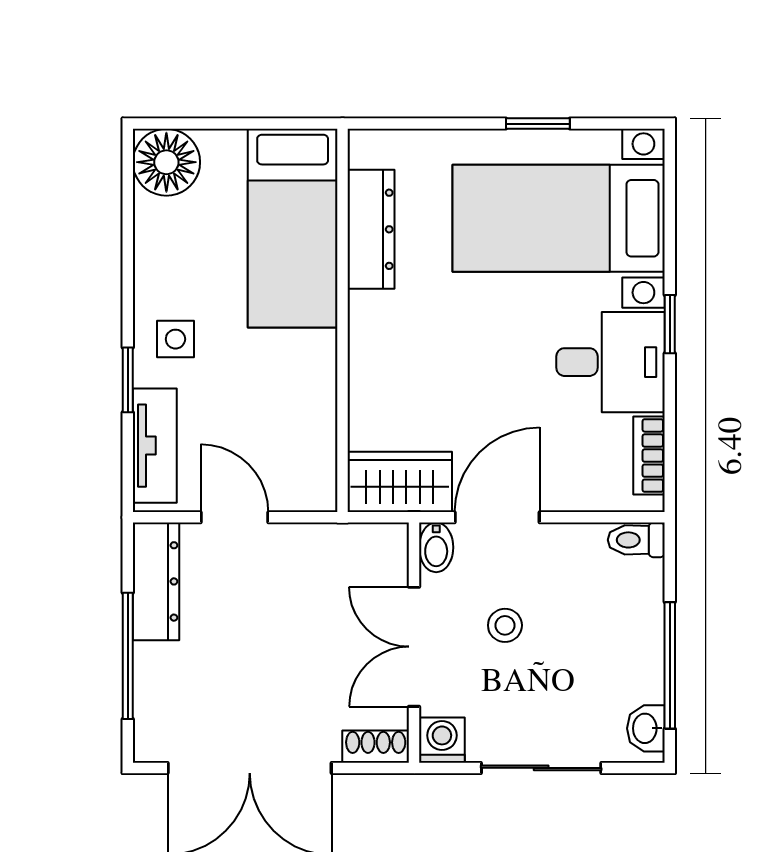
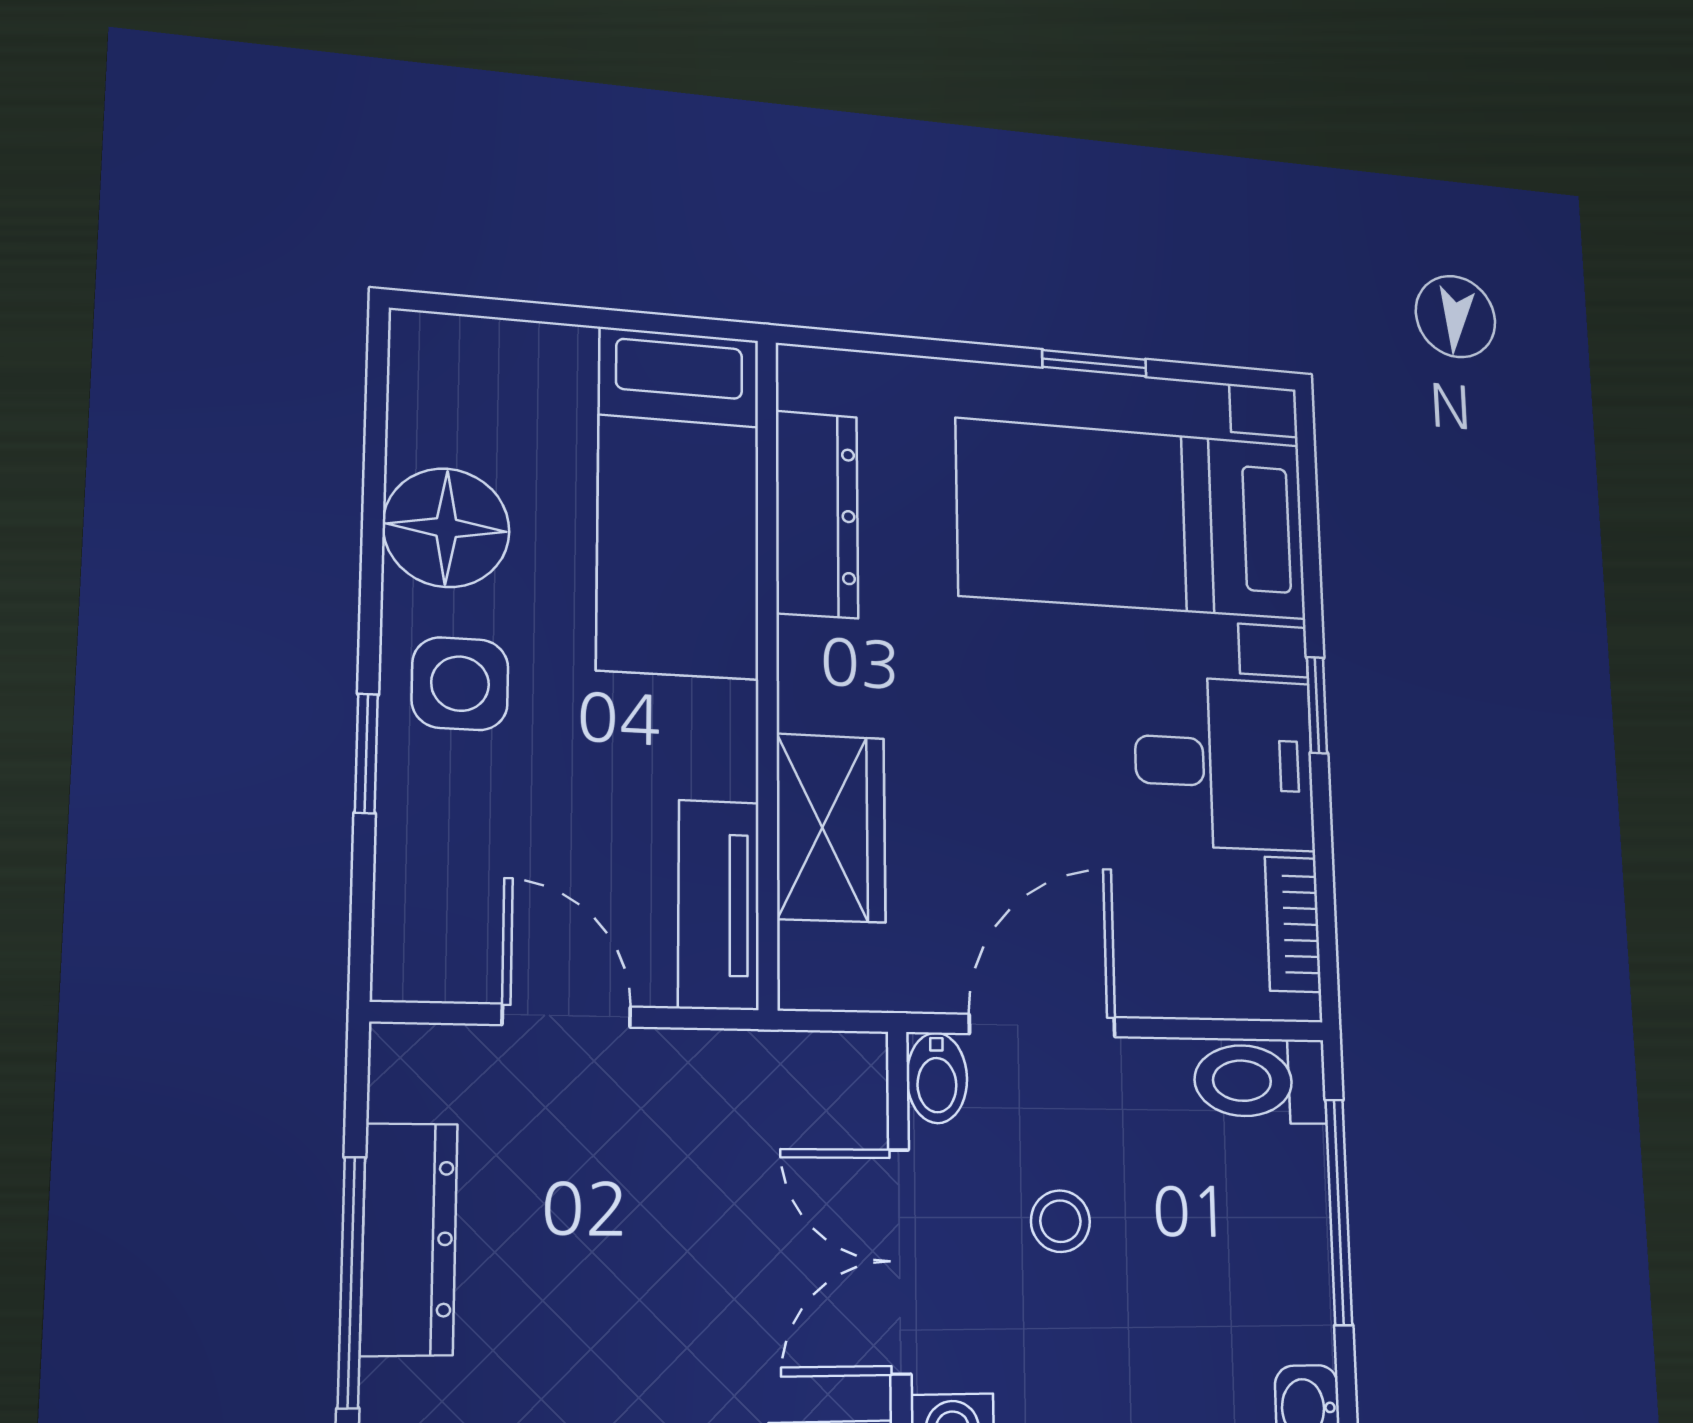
floor lamp: (166, 162) -> (446, 528), moved
side table: (175, 339) -> (460, 684), width x1.37, depth x1.37
tv unit: (155, 446) -> (719, 905), moved, turned 180
wardrobe: (400, 482) -> (831, 828), moved, turned 90
toilet: (636, 540) -> (1260, 1081), width x1.37, depth x1.39
dresser: (156, 581) -> (409, 1239), moved
window: (670, 665) -> (1339, 1212), moved

